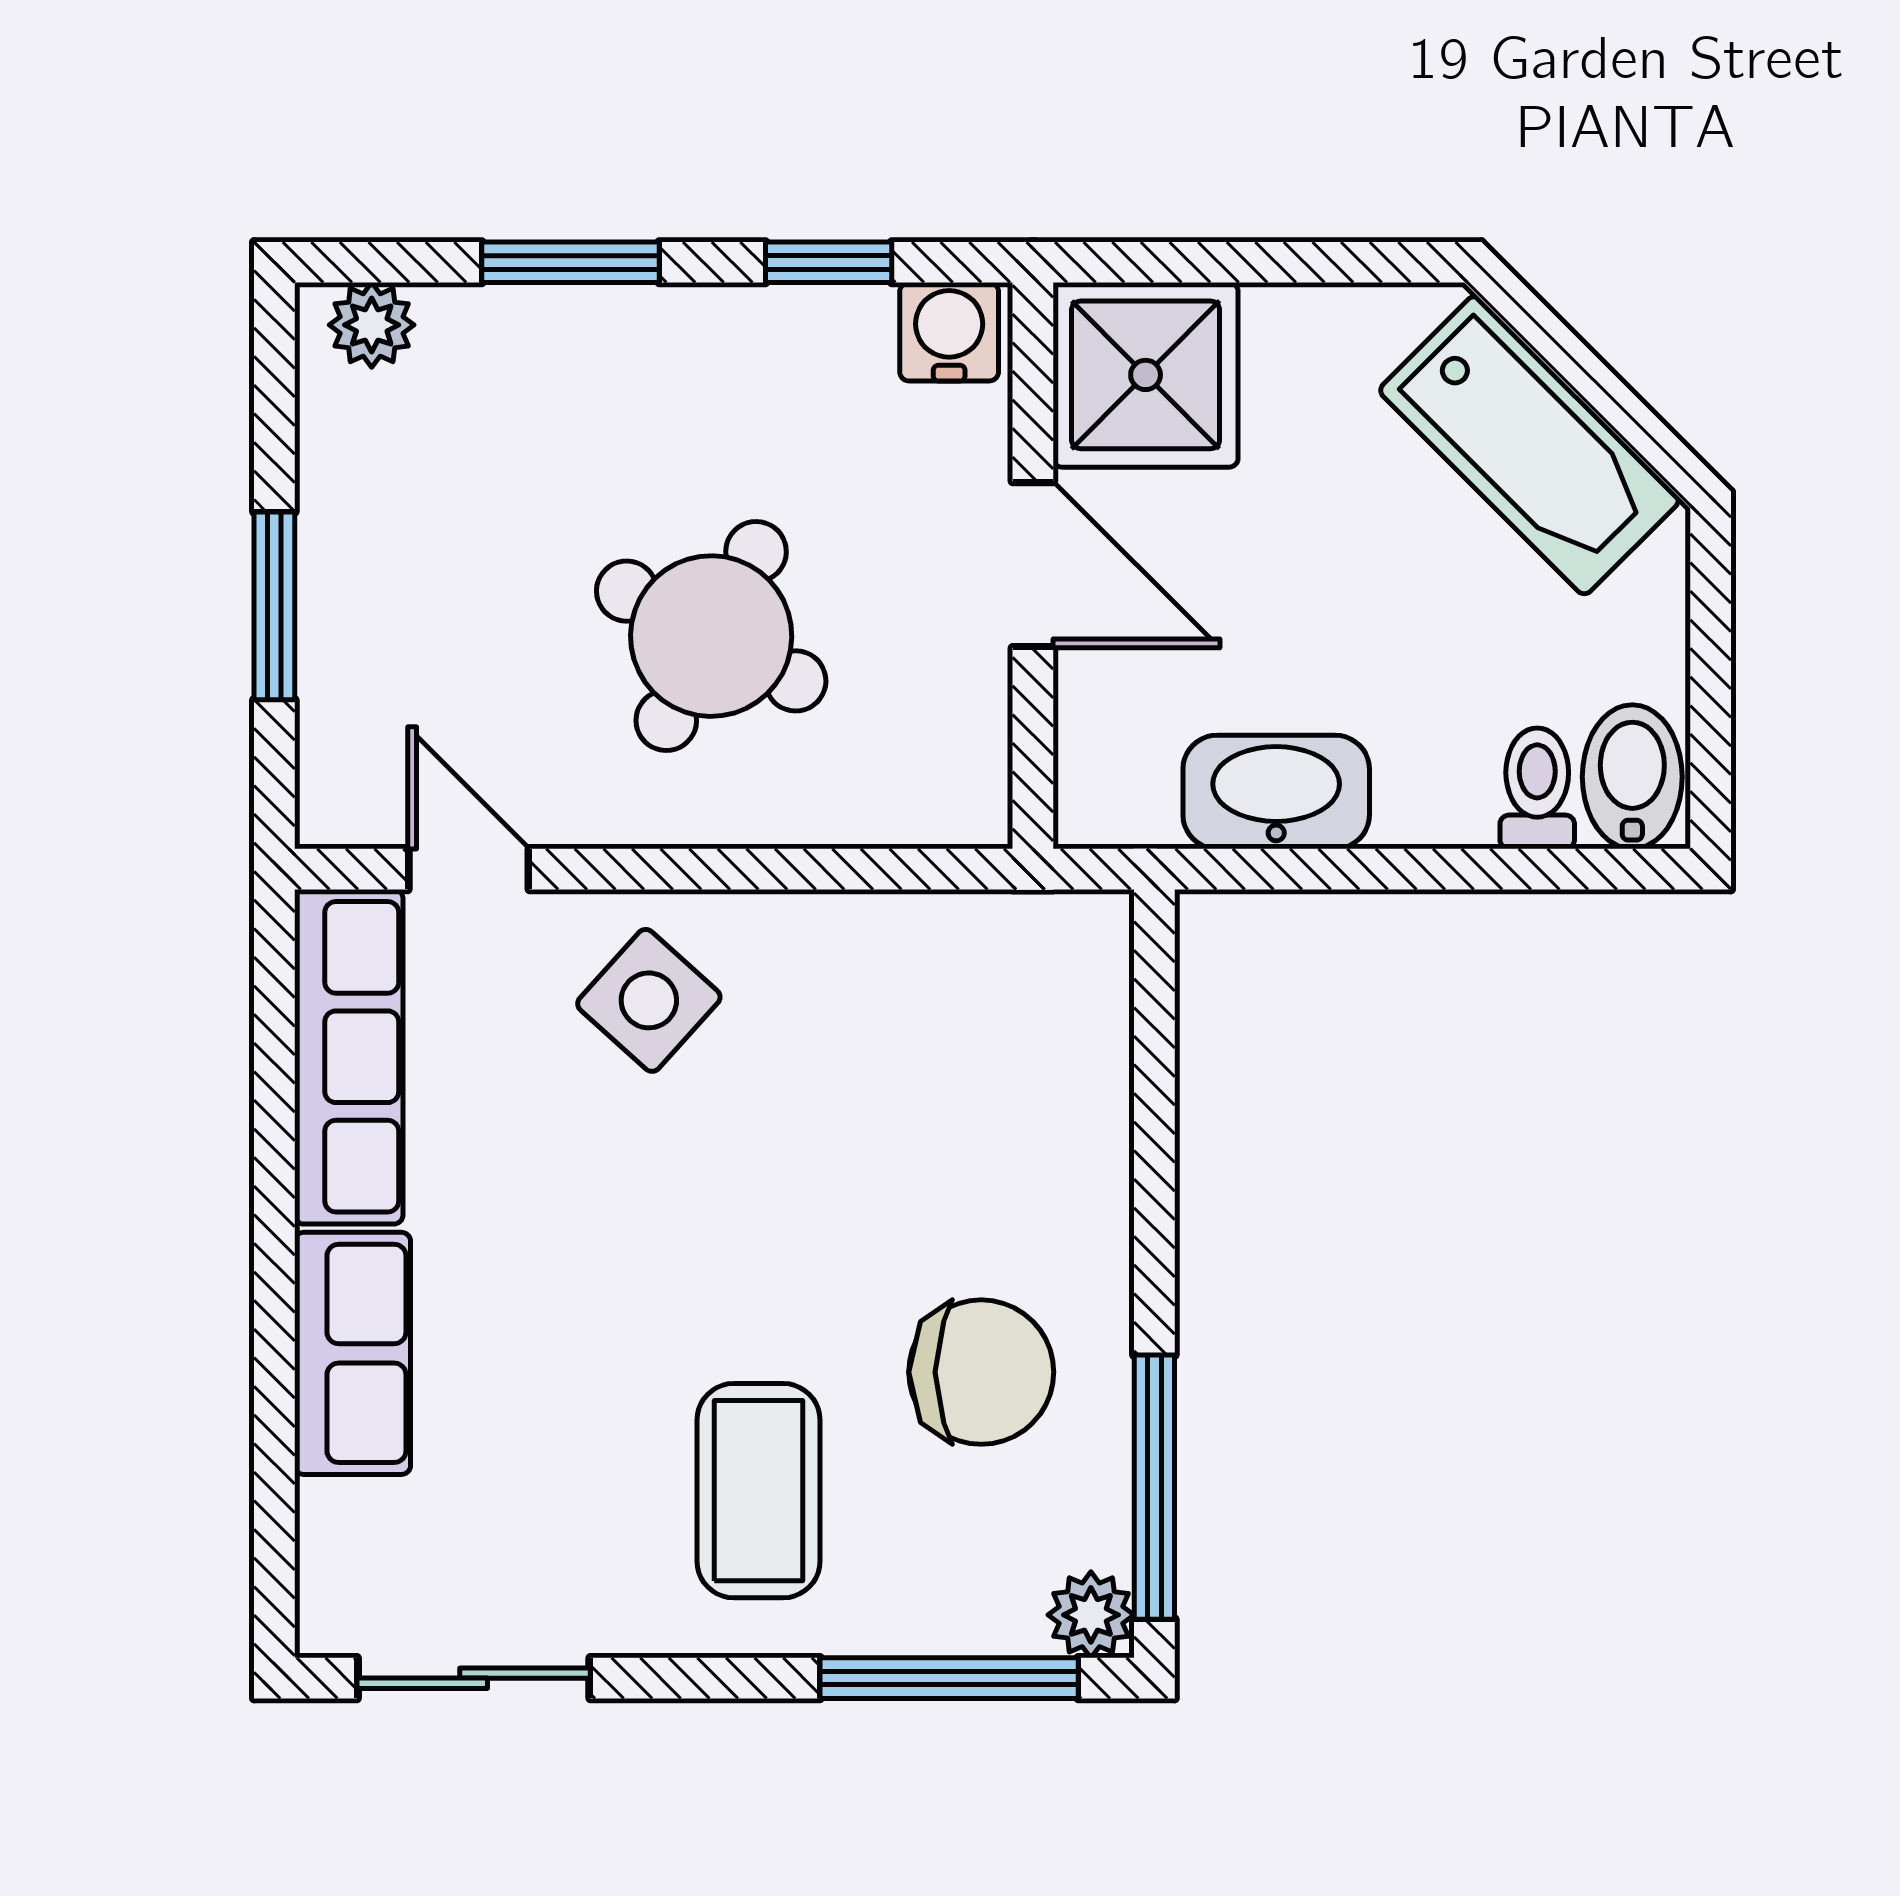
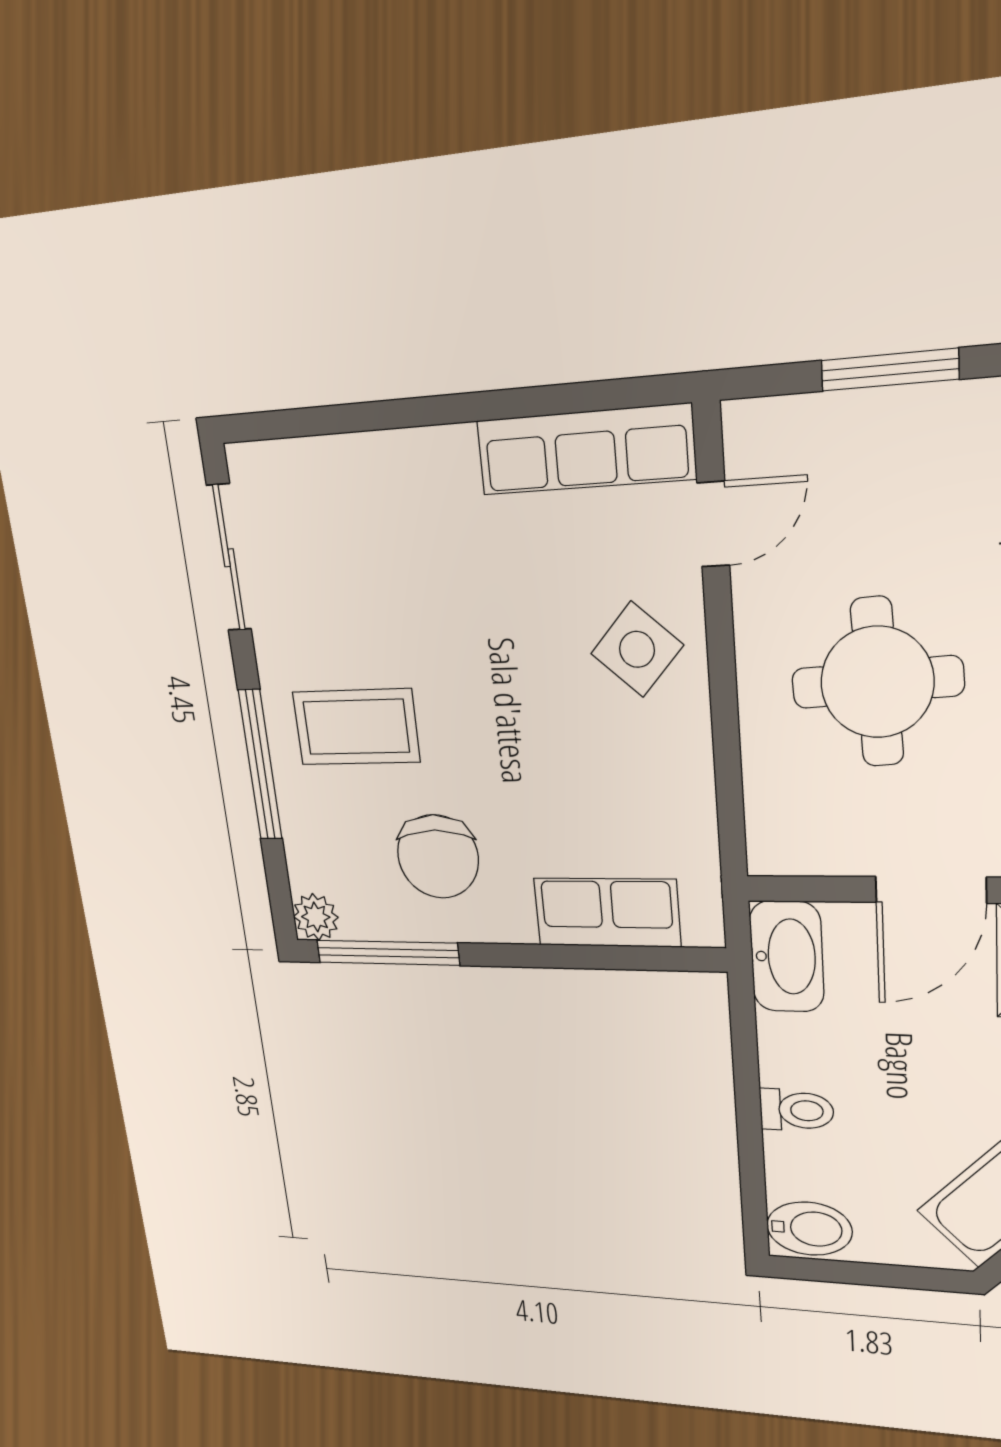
round table: (711, 636) -> (877, 682), turned -31
toilet: (1537, 788) -> (797, 1110), moved
washbasin: (1276, 792) -> (787, 957), moved
row of seats: (353, 1353) -> (607, 913), moved, turned 180
window: (949, 1678) -> (260, 765), moved

